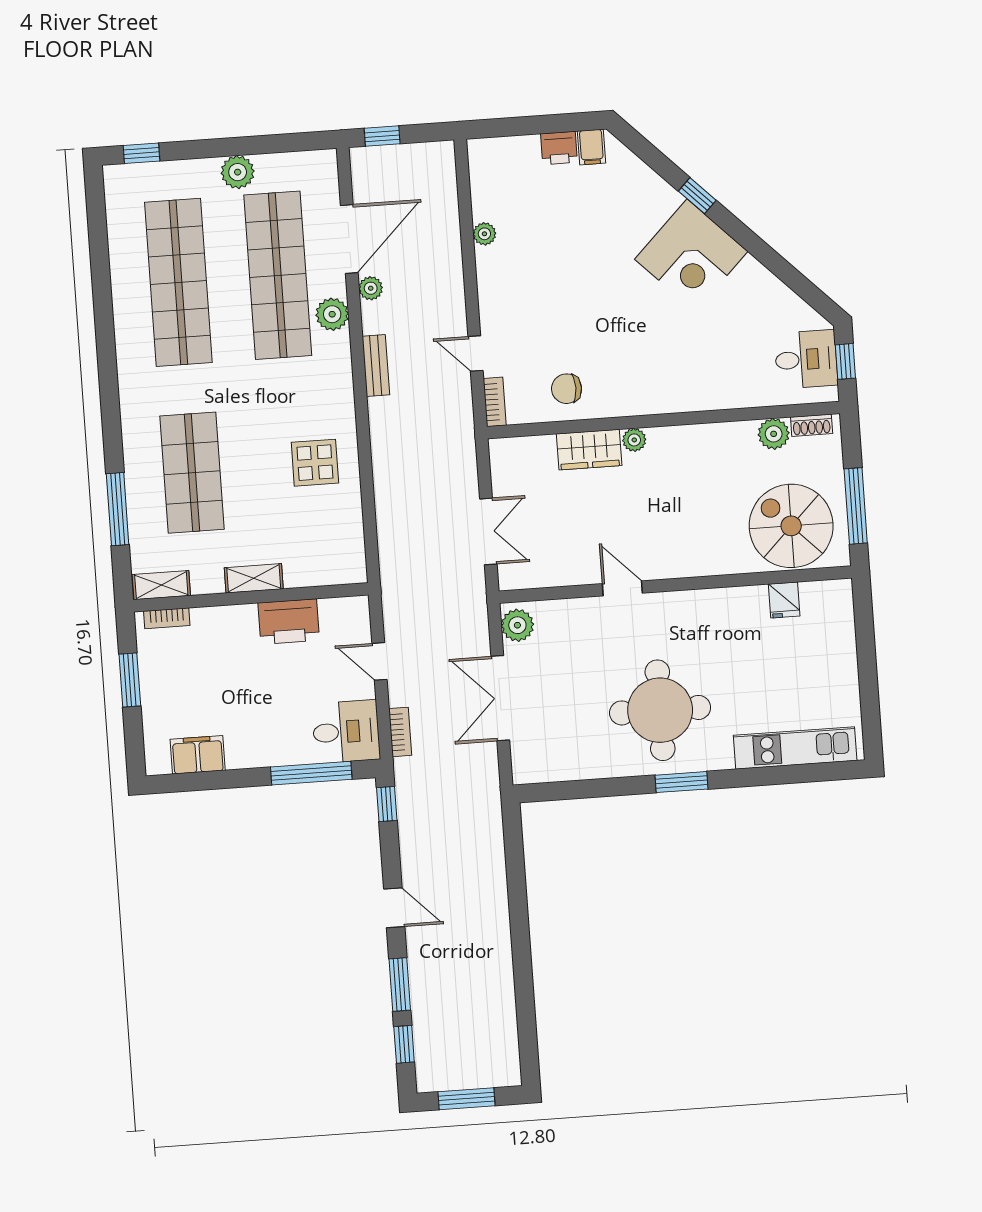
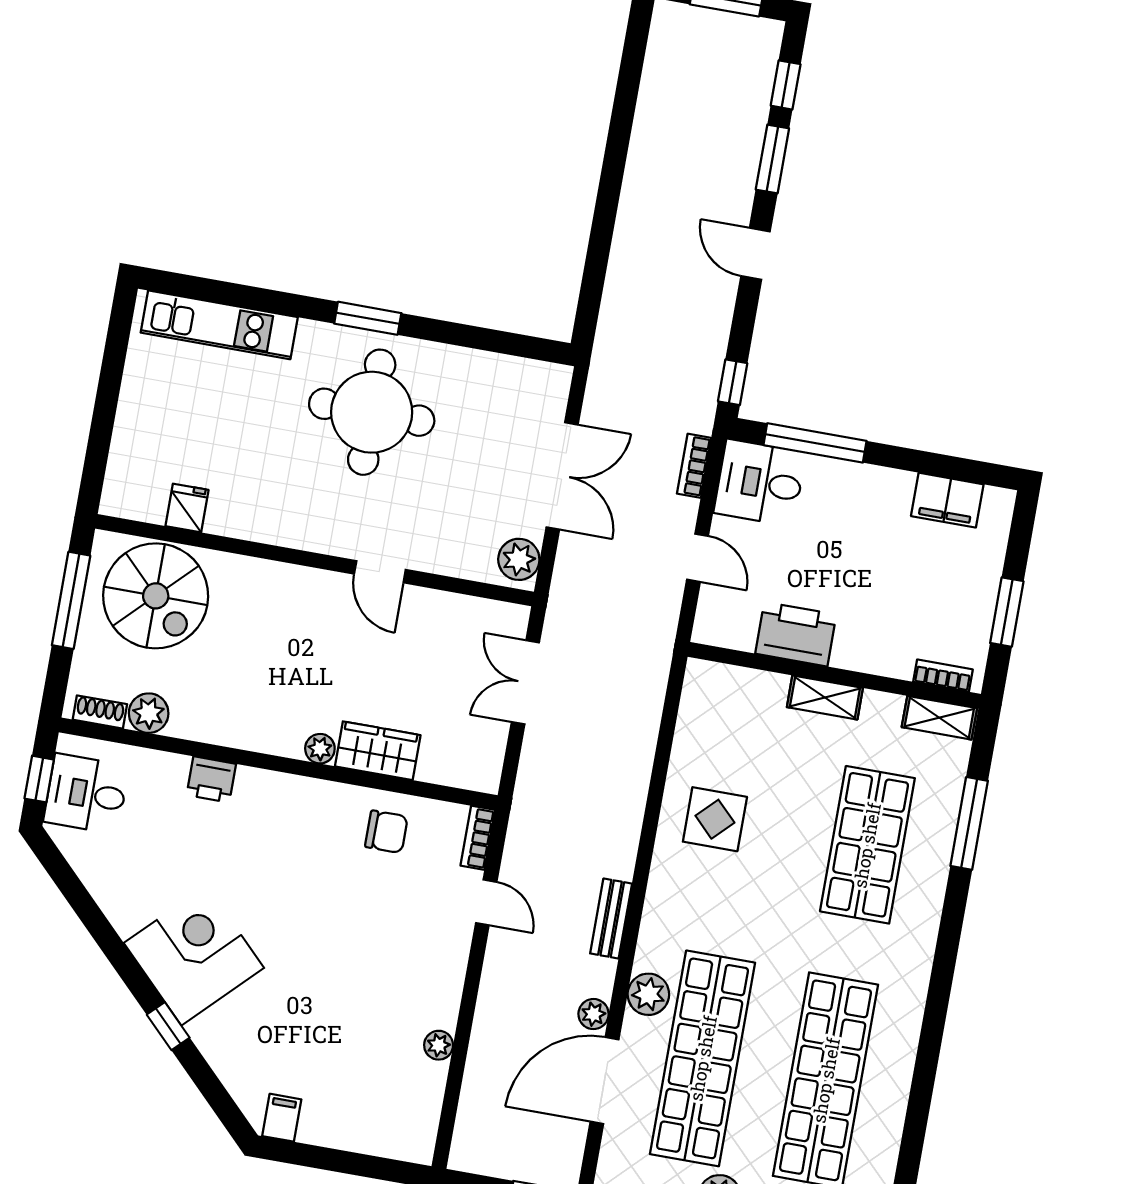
printer: (559, 148) -> (211, 779), moved, turned 180

